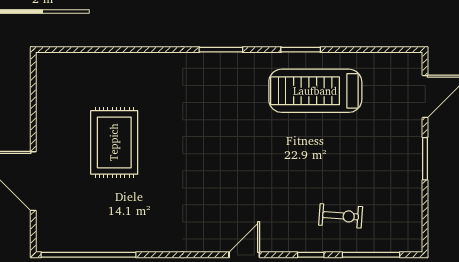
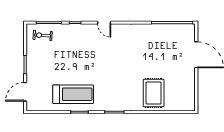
rug: (114, 142) -> (154, 93), moved
exercise bike: (341, 216) -> (43, 35), moved
door: (244, 255) -> (104, 23), hinge flipped

